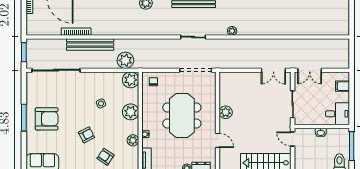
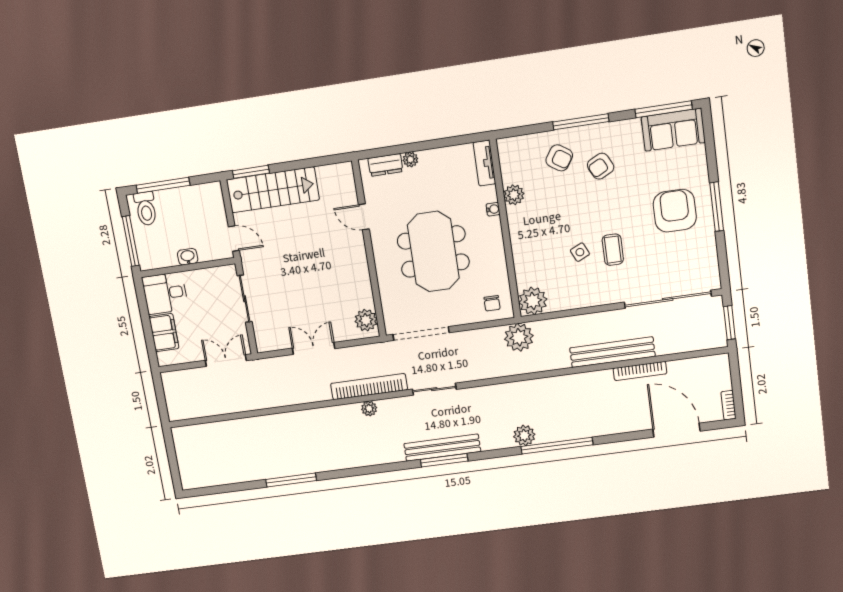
bookcase: (230, 44) -> (369, 387), added
plant: (125, 60) -> (519, 337), moved
double door: (273, 70) -> (314, 348), moved
filing cabinet: (342, 86) -> (164, 333), width x2.00
coffee table: (83, 102) -> (613, 250), added
plant: (131, 112) -> (525, 245), removed
plant: (226, 112) -> (366, 320), moved
armchair: (47, 119) -> (675, 211), turned 90
armchair: (86, 135) -> (601, 166), moved

